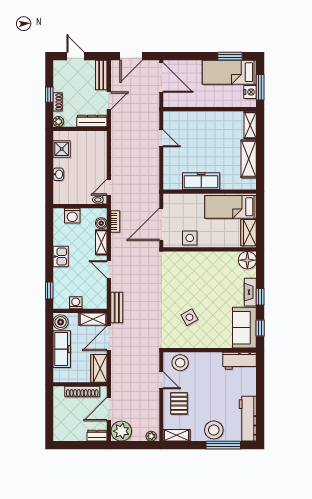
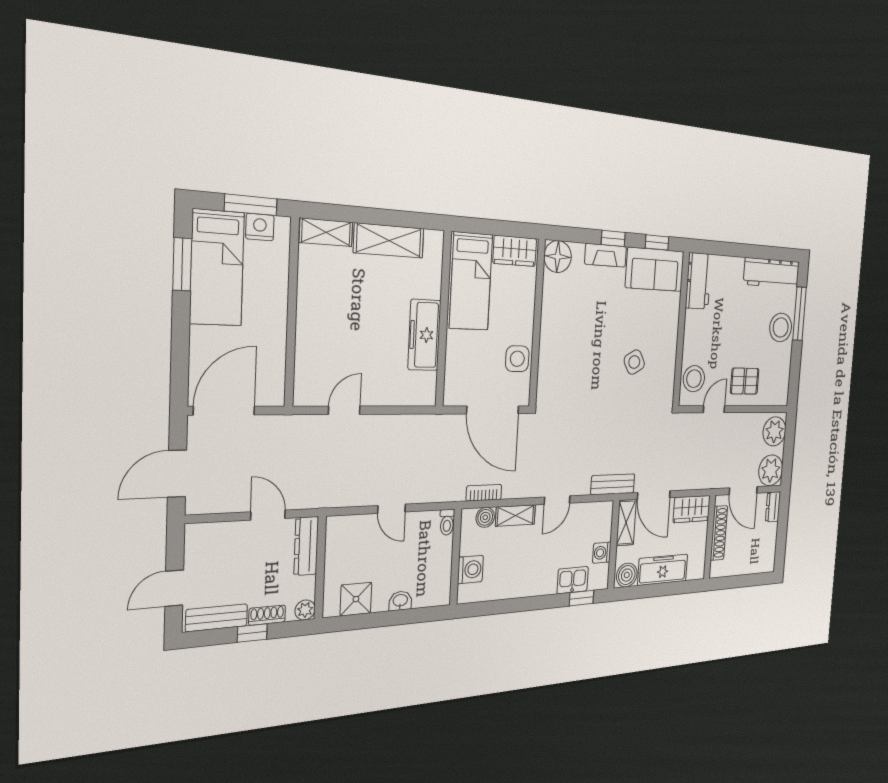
door: (131, 56) -> (177, 474), swing flipped
bench: (101, 75) -> (217, 618), moved
door: (109, 187) -> (392, 509), moved
kitchen sink: (61, 256) -> (573, 580), moved
shelving: (177, 435) -> (782, 386), removed
plant: (151, 436) -> (774, 431), width x1.88, depth x1.88

